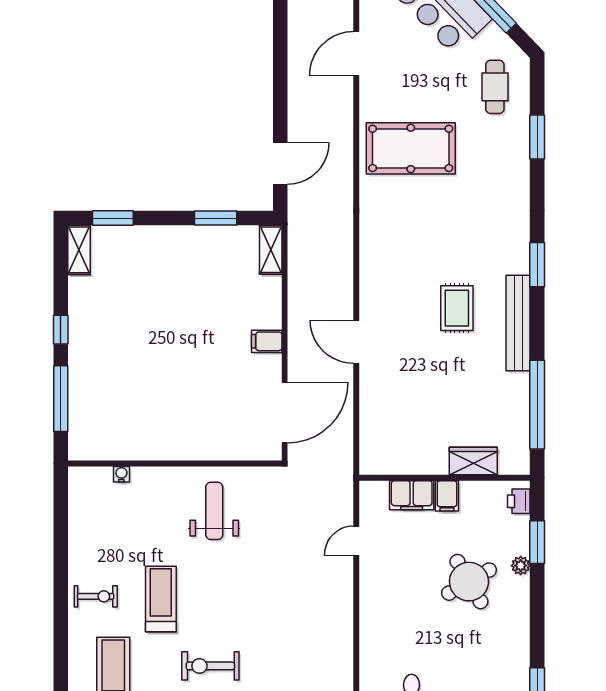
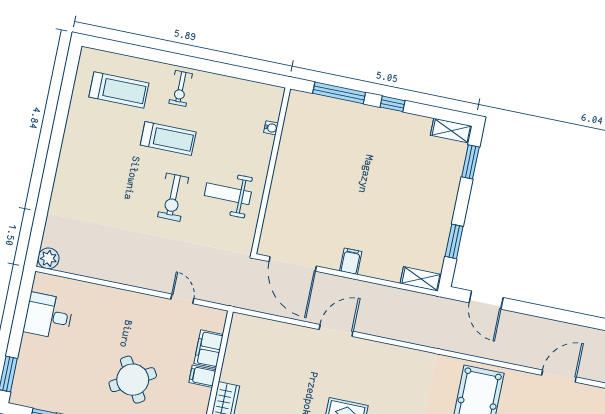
door: (356, 54) -> (559, 376), hinge flipped
weight bench: (214, 511) -> (228, 194), turned 180
exercise bike: (210, 666) -> (173, 197), moved, turned 180

